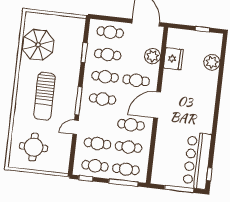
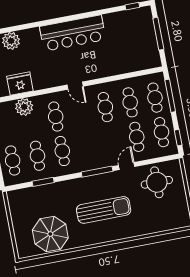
cafe table: (103, 99) -> (87, 146), removed
door: (157, 105) -> (75, 86), width x0.53
door: (76, 127) -> (127, 166), swing flipped
round table: (34, 147) -> (157, 182), moved
bar counter: (197, 161) -> (73, 33), moved

